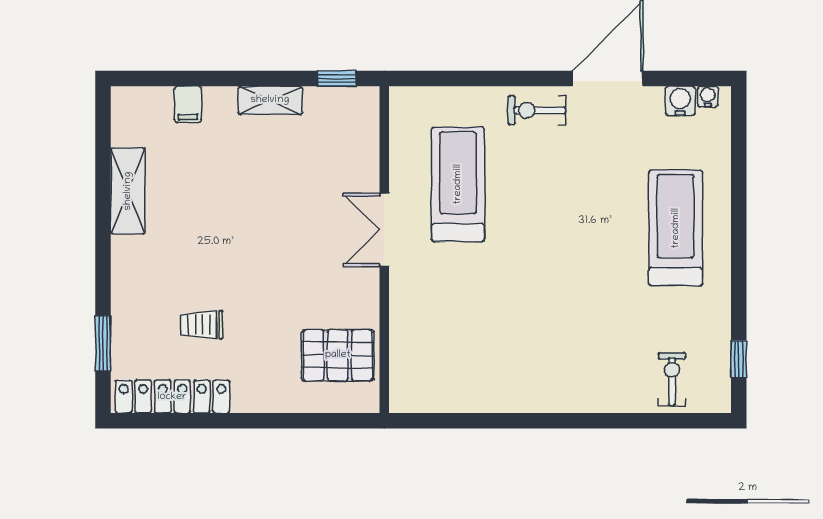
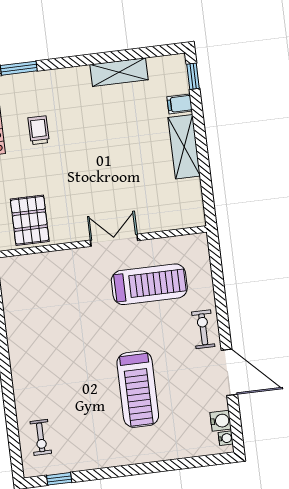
window: (337, 78) -> (193, 76), moved
shelving: (270, 100) -> (184, 147), width x1.50, depth x1.33
treadmill: (676, 228) -> (138, 389), moved, turned 90
exercise bike: (672, 379) -> (41, 437), turned 90

